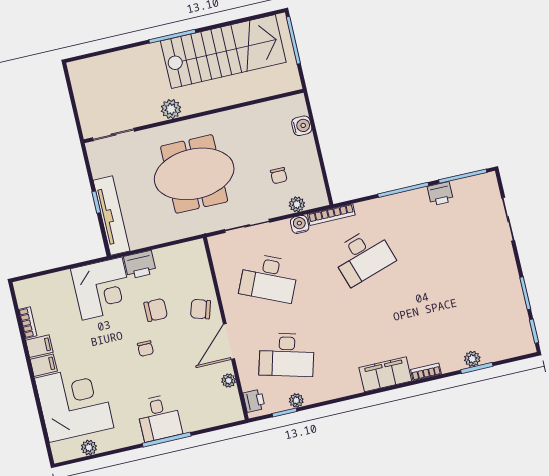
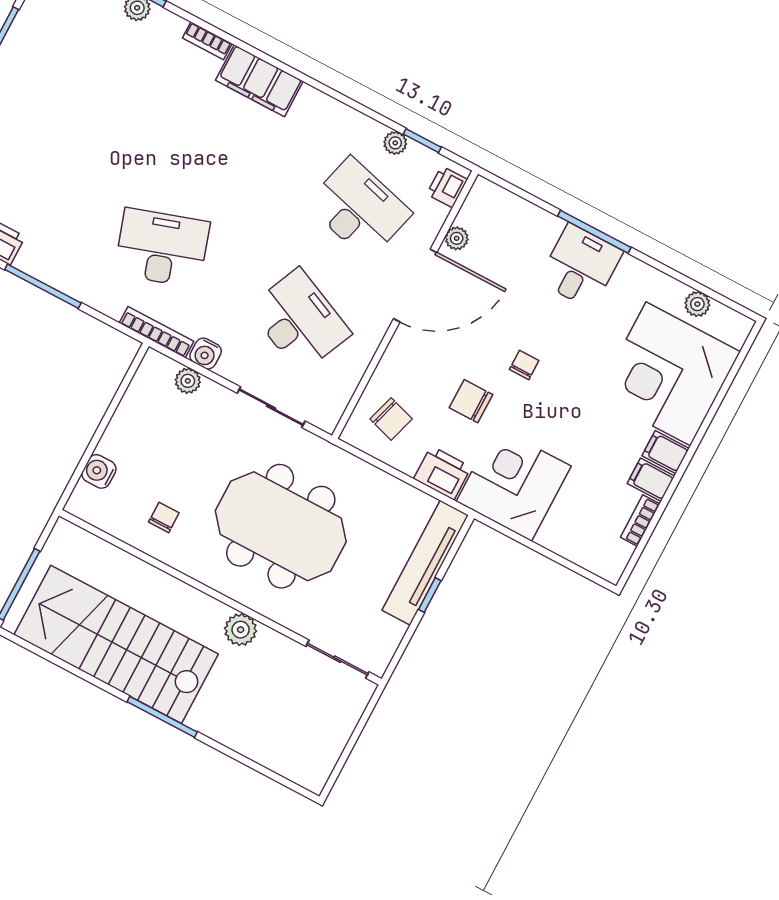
chair: (279, 176) -> (164, 517), moved
chair: (201, 309) -> (391, 419), moved
door: (229, 341) -> (415, 286), width x1.36

